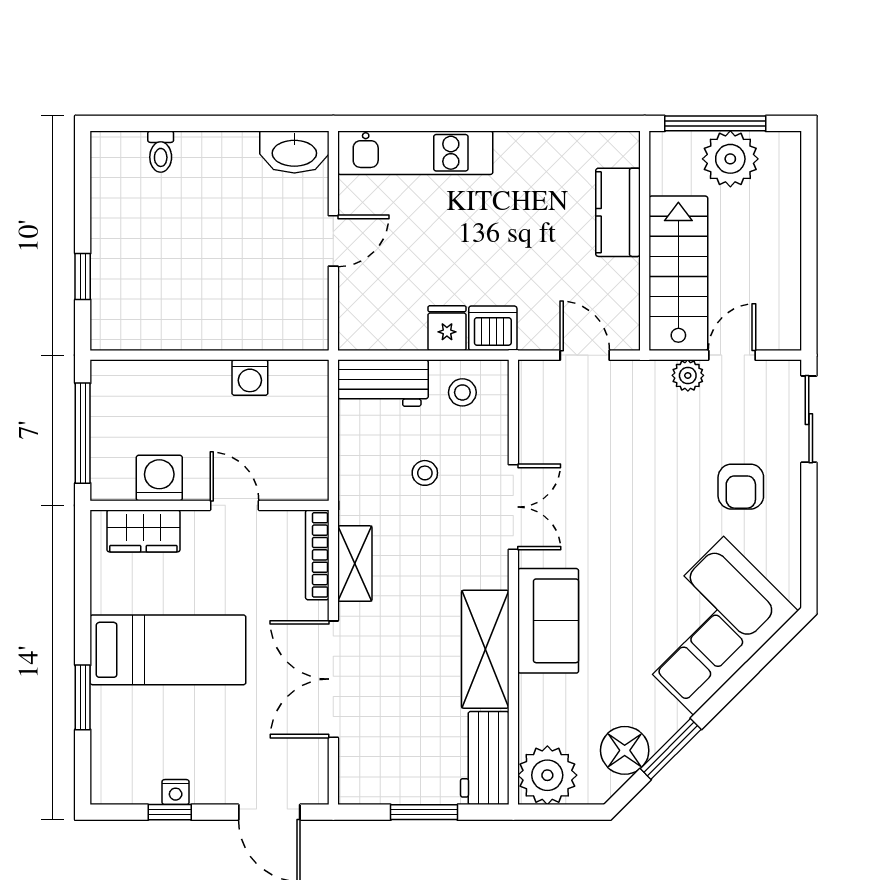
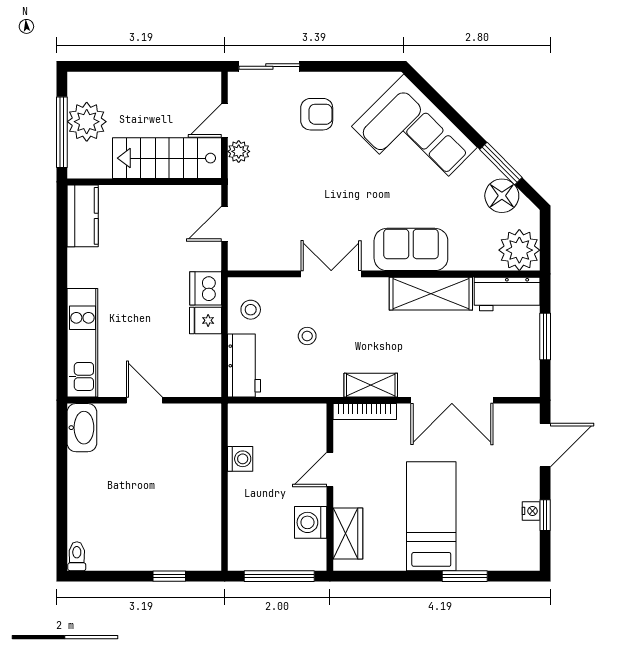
toilet: (161, 152) -> (77, 556), moved, turned -90
kitchen counter: (618, 212) -> (83, 216), moved, turned -90
door: (732, 355) -> (225, 120), hinge flipped

